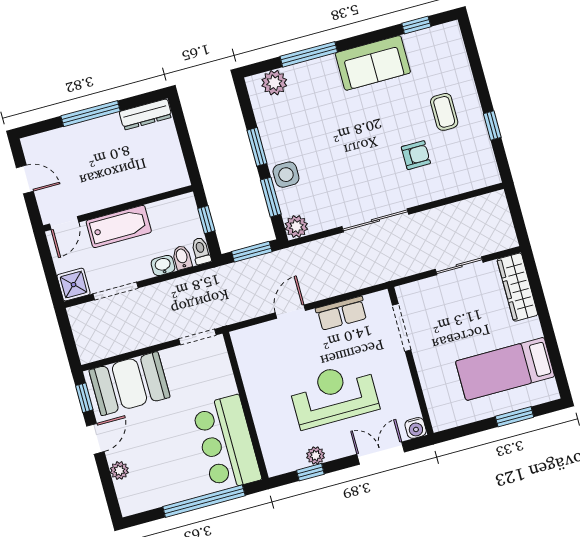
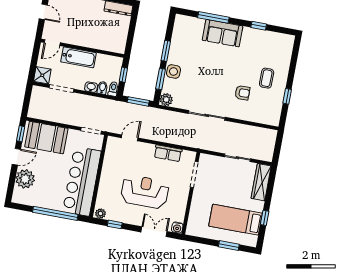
window: (416, 25) -> (259, 26), moved
sofa: (373, 63) -> (223, 33), moved
plant: (274, 83) -> (190, 23), removed
door: (290, 312) -> (130, 138), moved
window: (551, 343) -> (265, 218), added
bar counter: (227, 443) -> (82, 181), width x1.36
plant: (316, 456) -> (100, 214), moved
plant: (119, 470) -> (25, 179), width x1.88, depth x1.88

